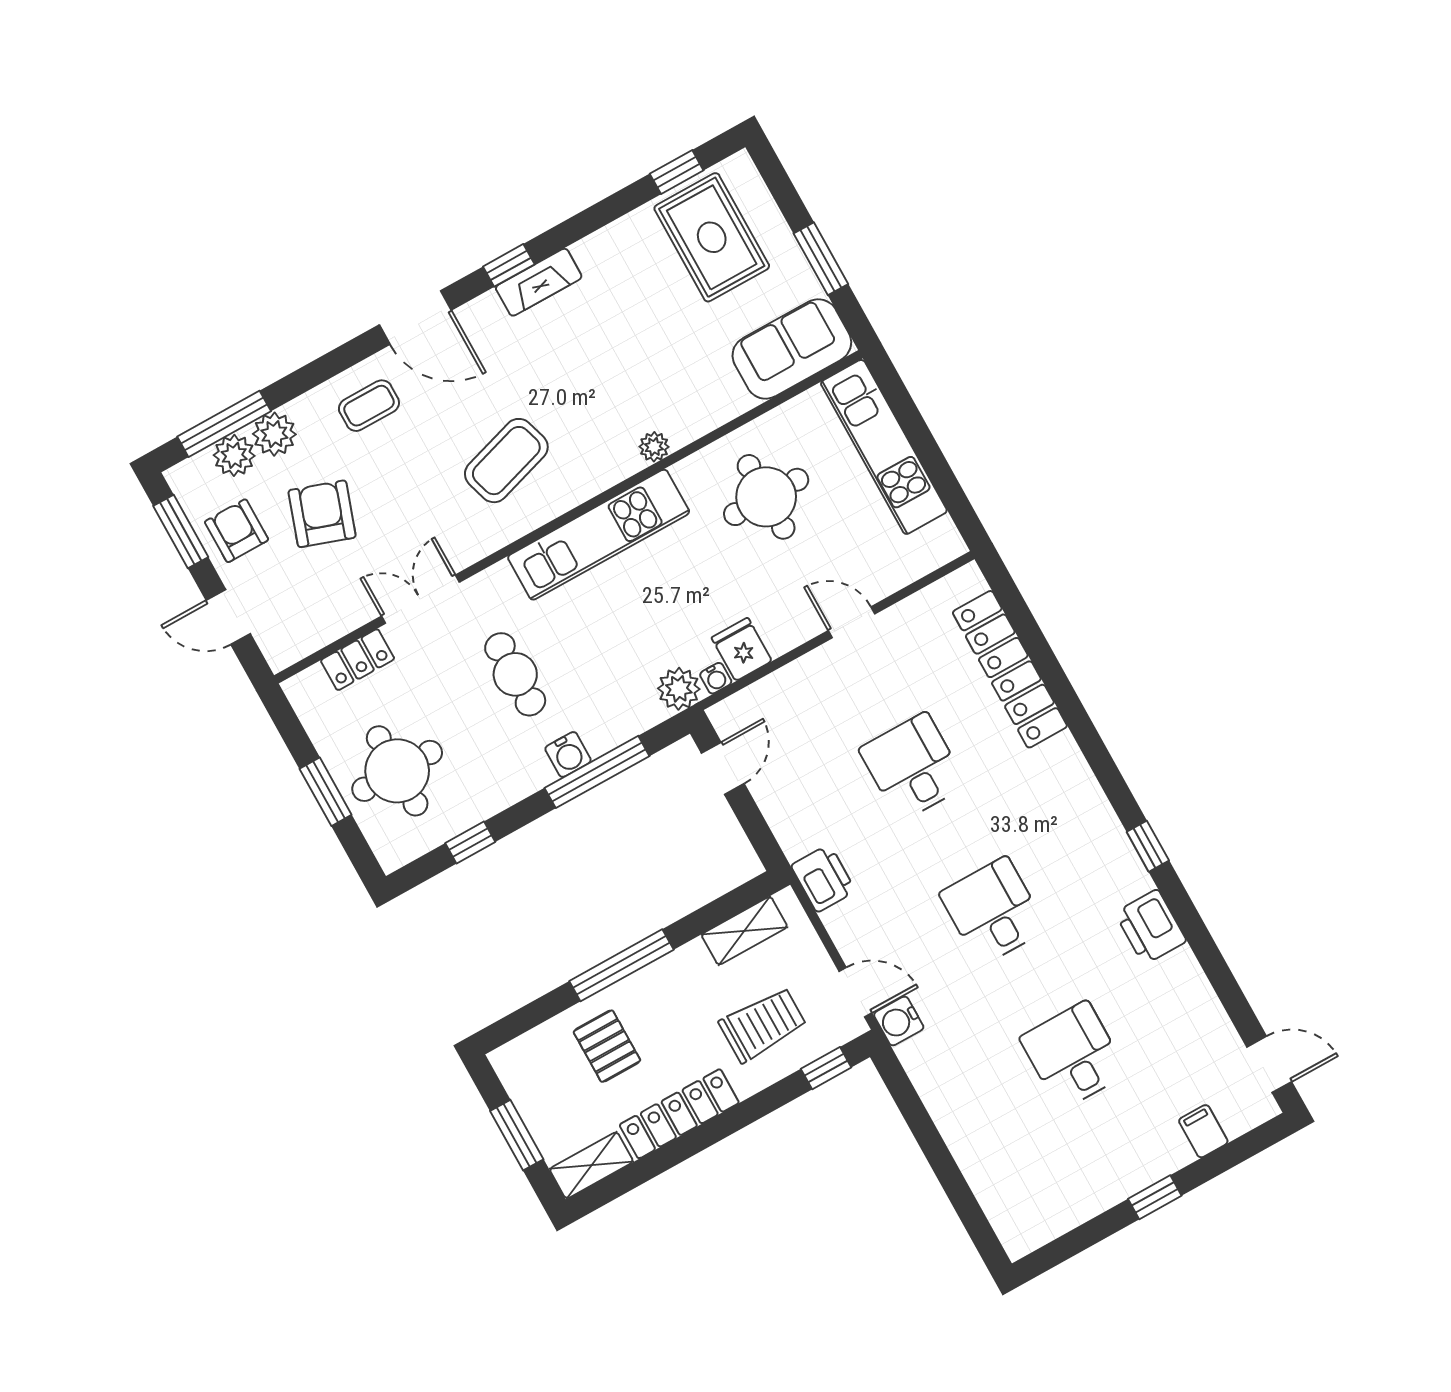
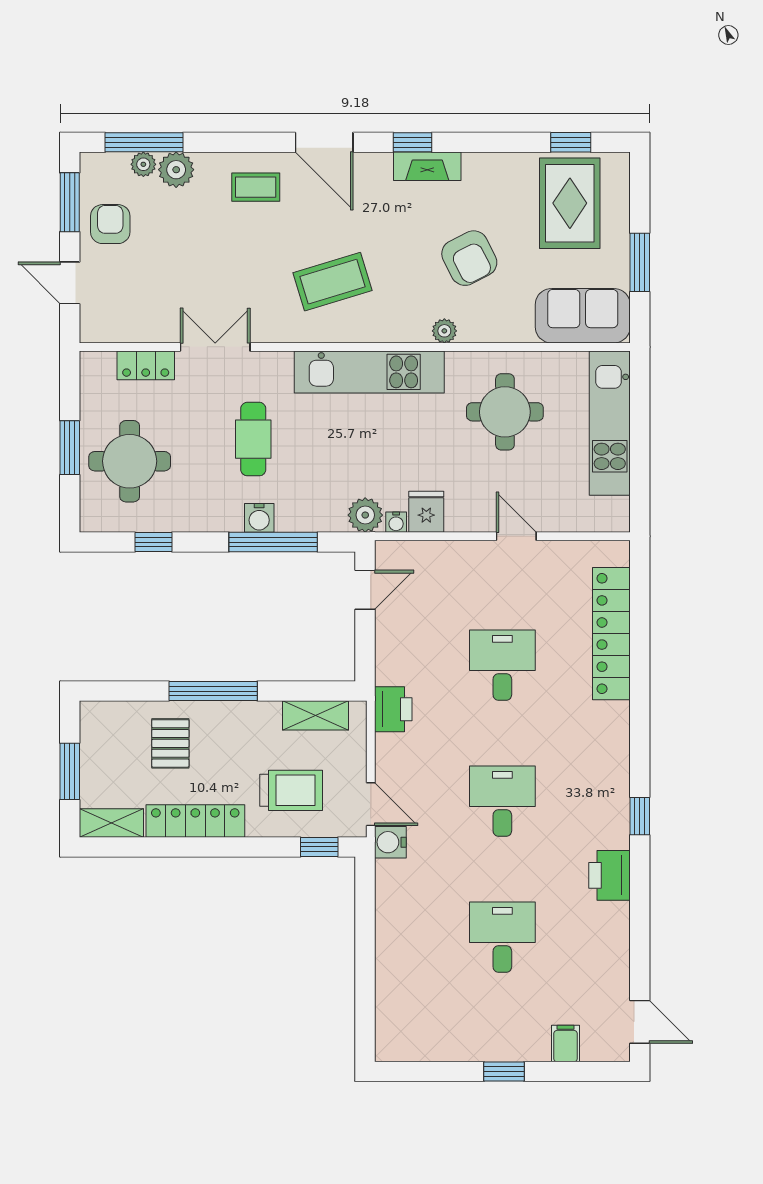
plant: (234, 455) -> (143, 164), width x0.73, depth x0.73
armchair: (322, 514) -> (469, 258), moved, turned 134

